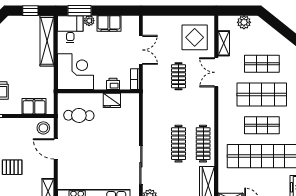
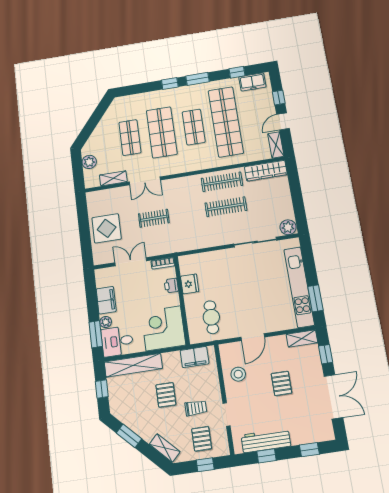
display table: (195, 37) -> (107, 228), moved
pallet: (17, 66) -> (166, 395), added
filing cabinet: (34, 106) -> (195, 357), moved, turned -90
stool: (43, 128) -> (238, 374), moved

